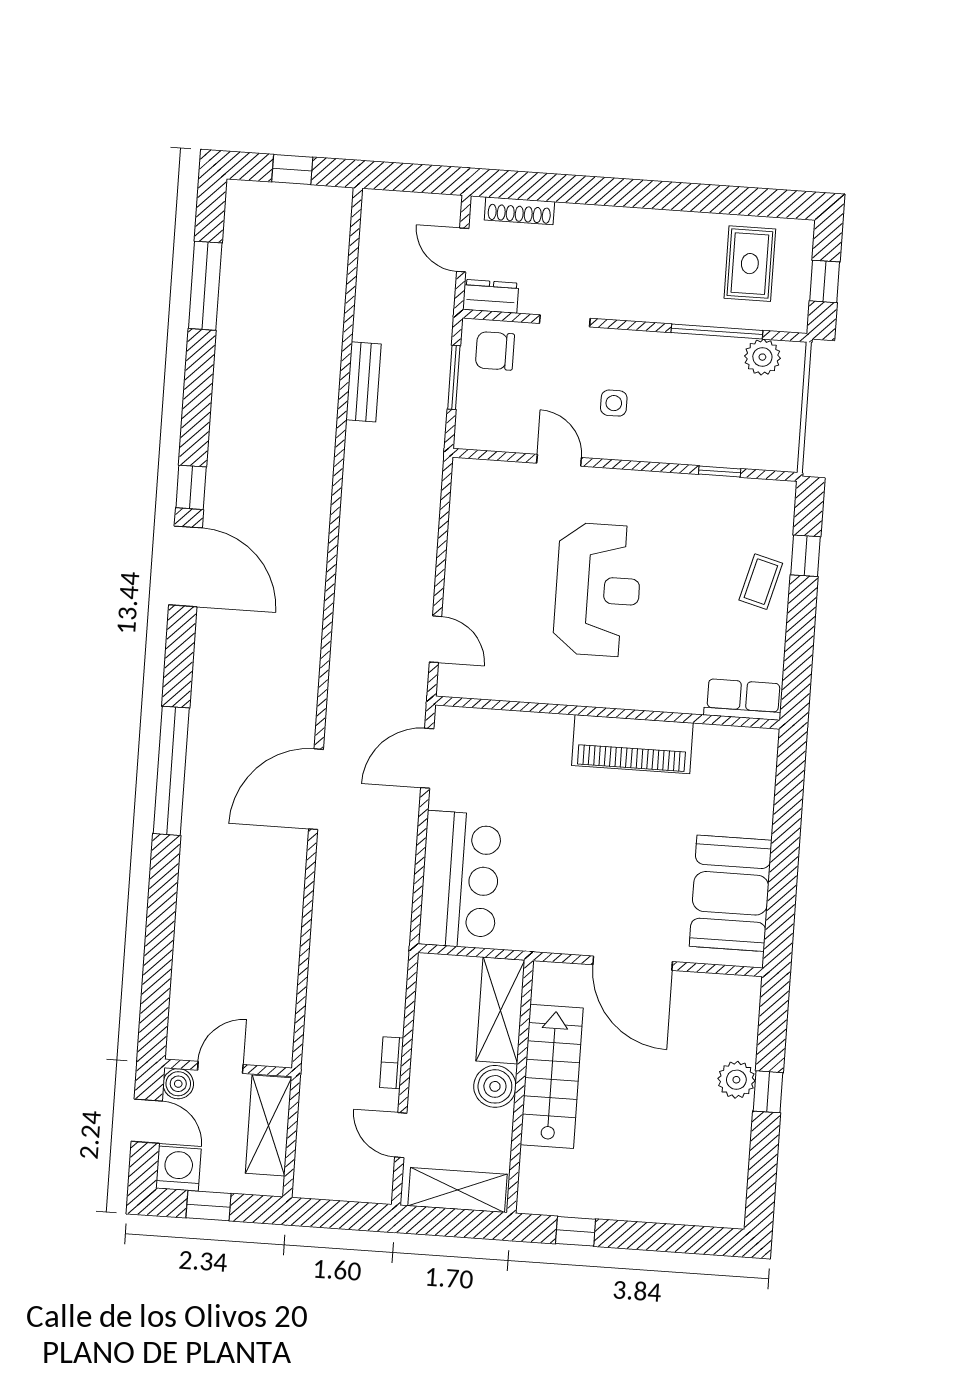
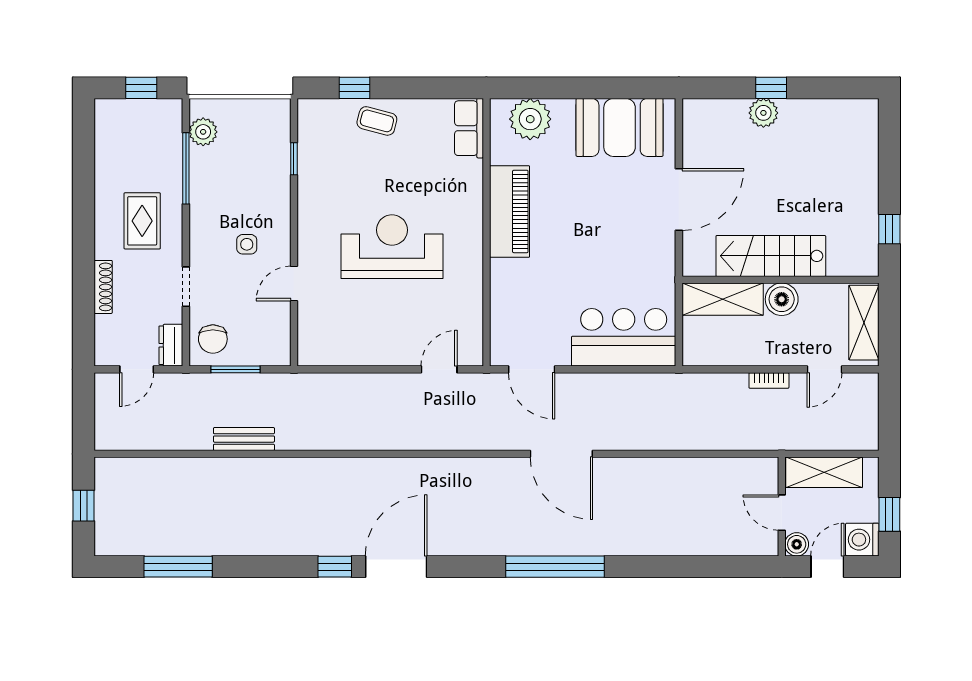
shoe rack: (519, 211) -> (103, 287), moved
rug: (750, 264) -> (142, 221), moved, turned 90
plant: (749, 779) -> (530, 119), added

